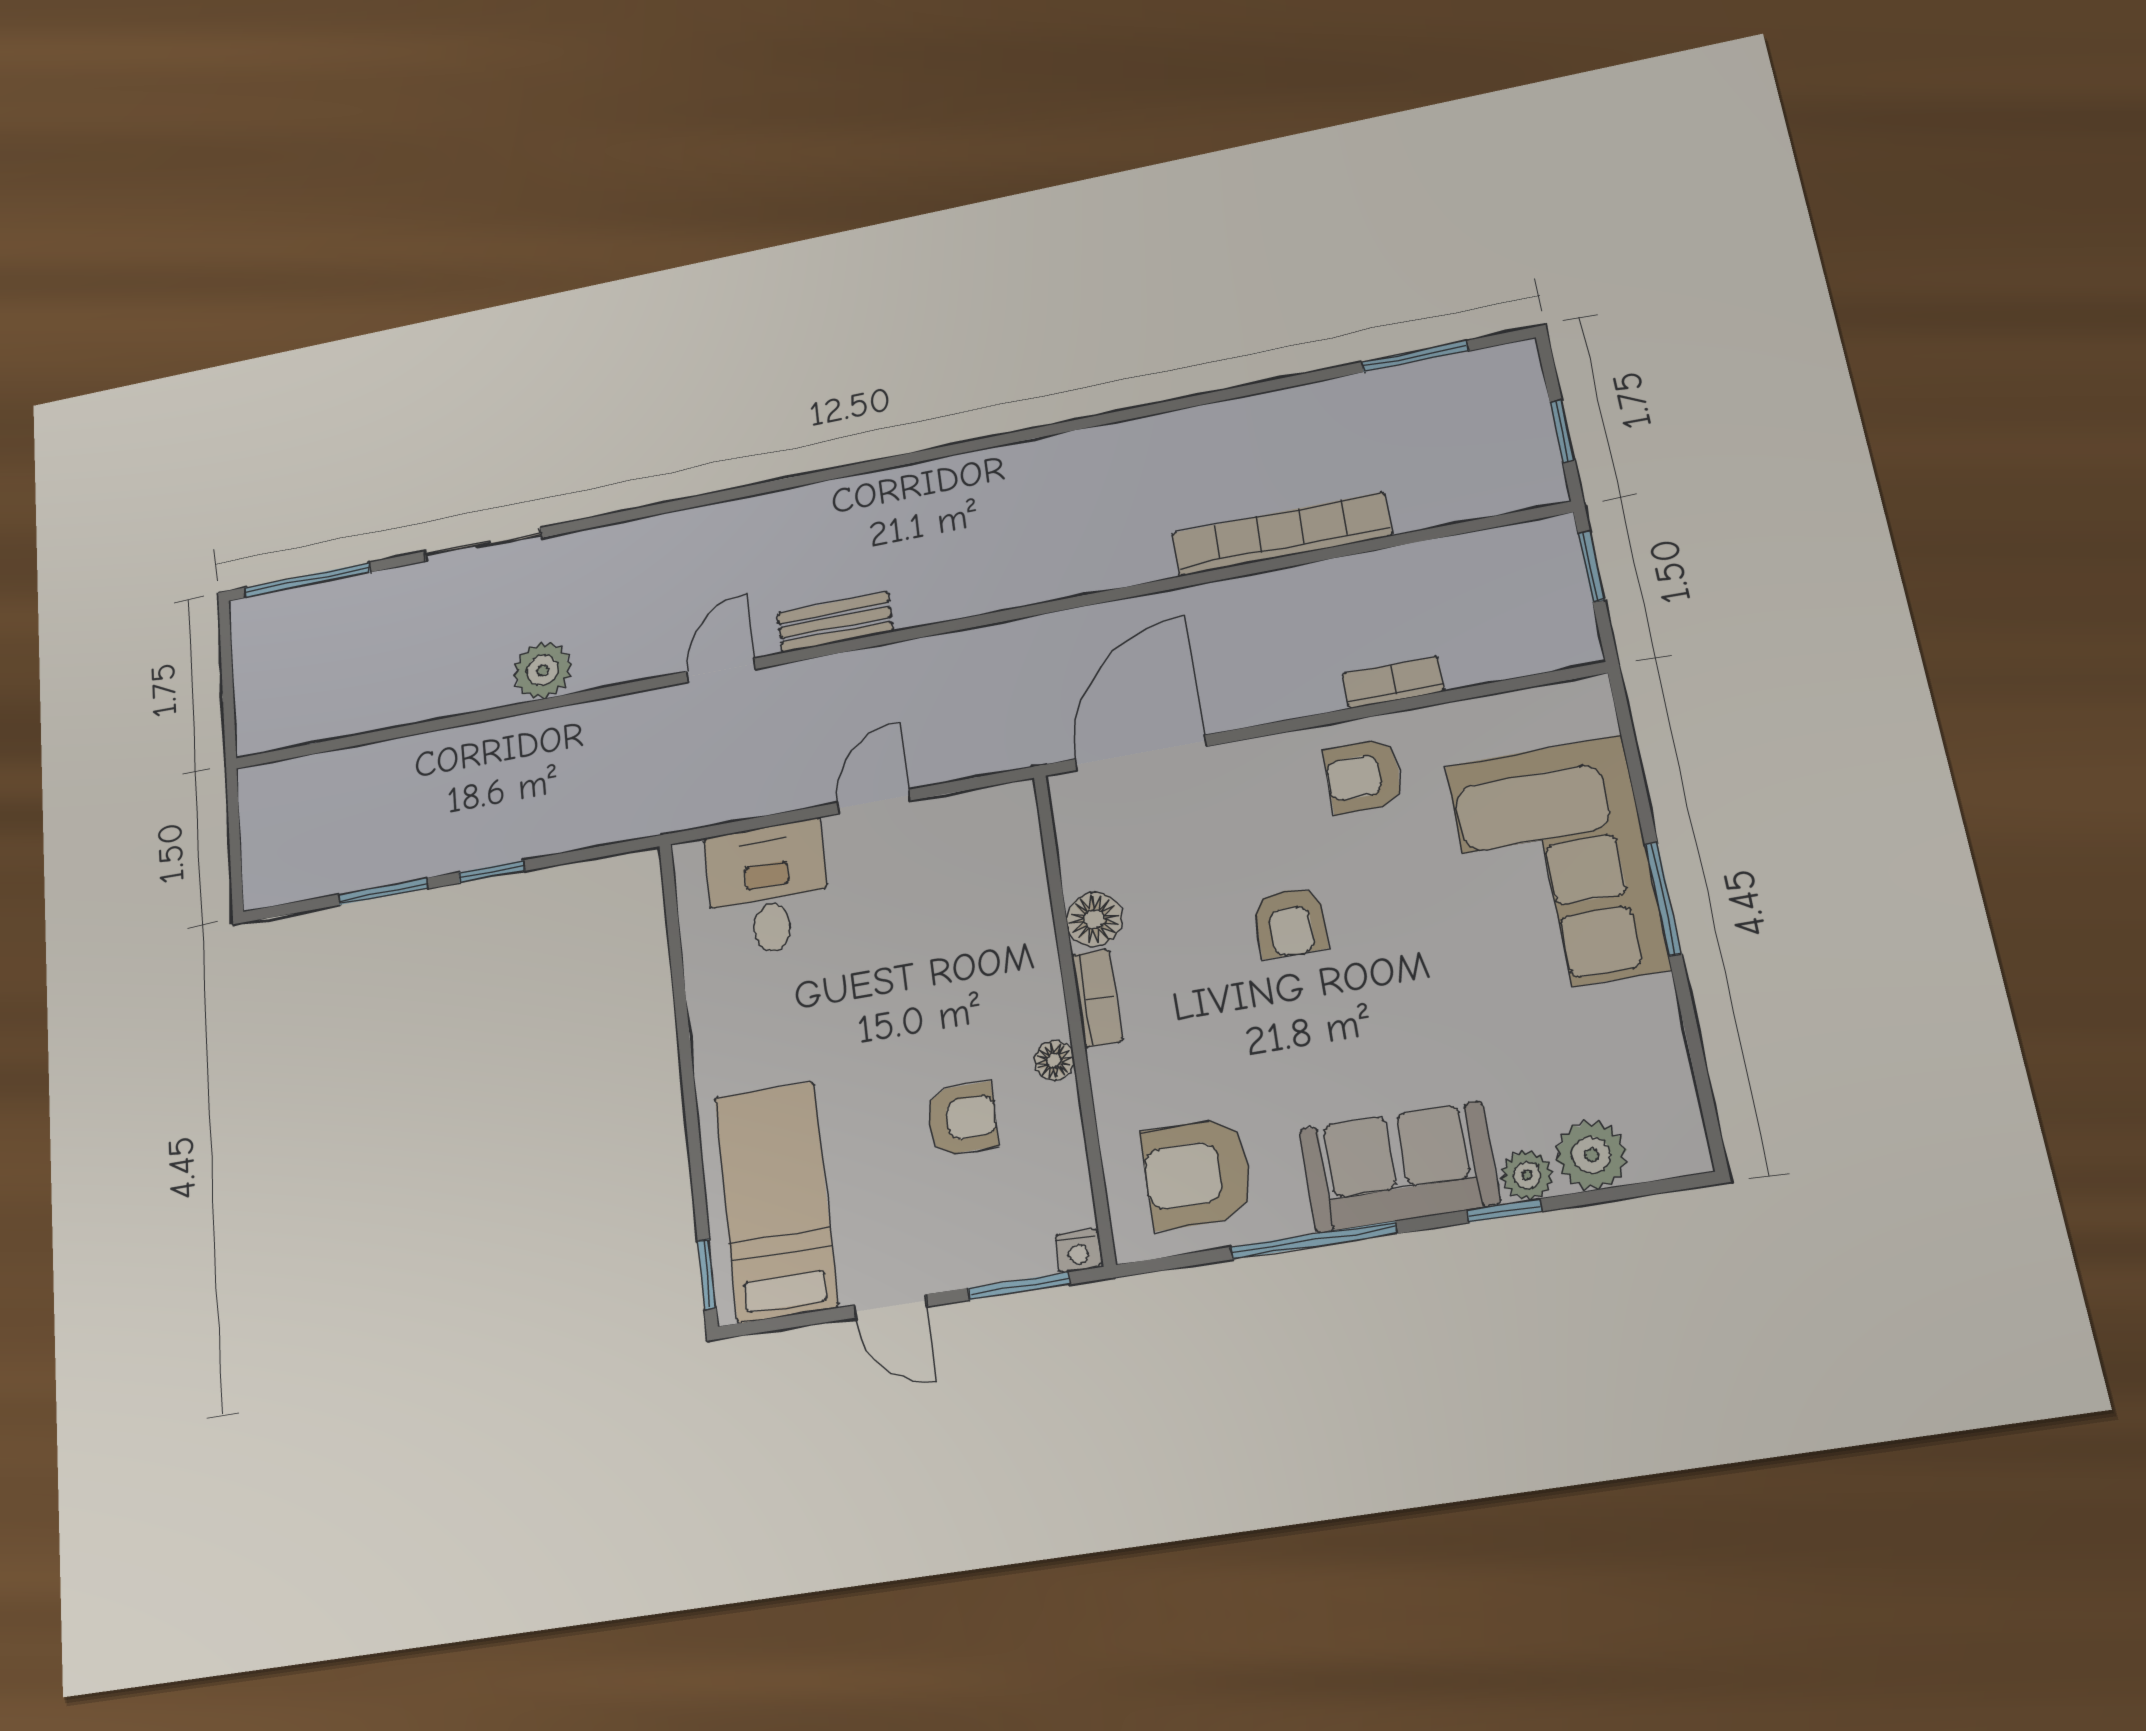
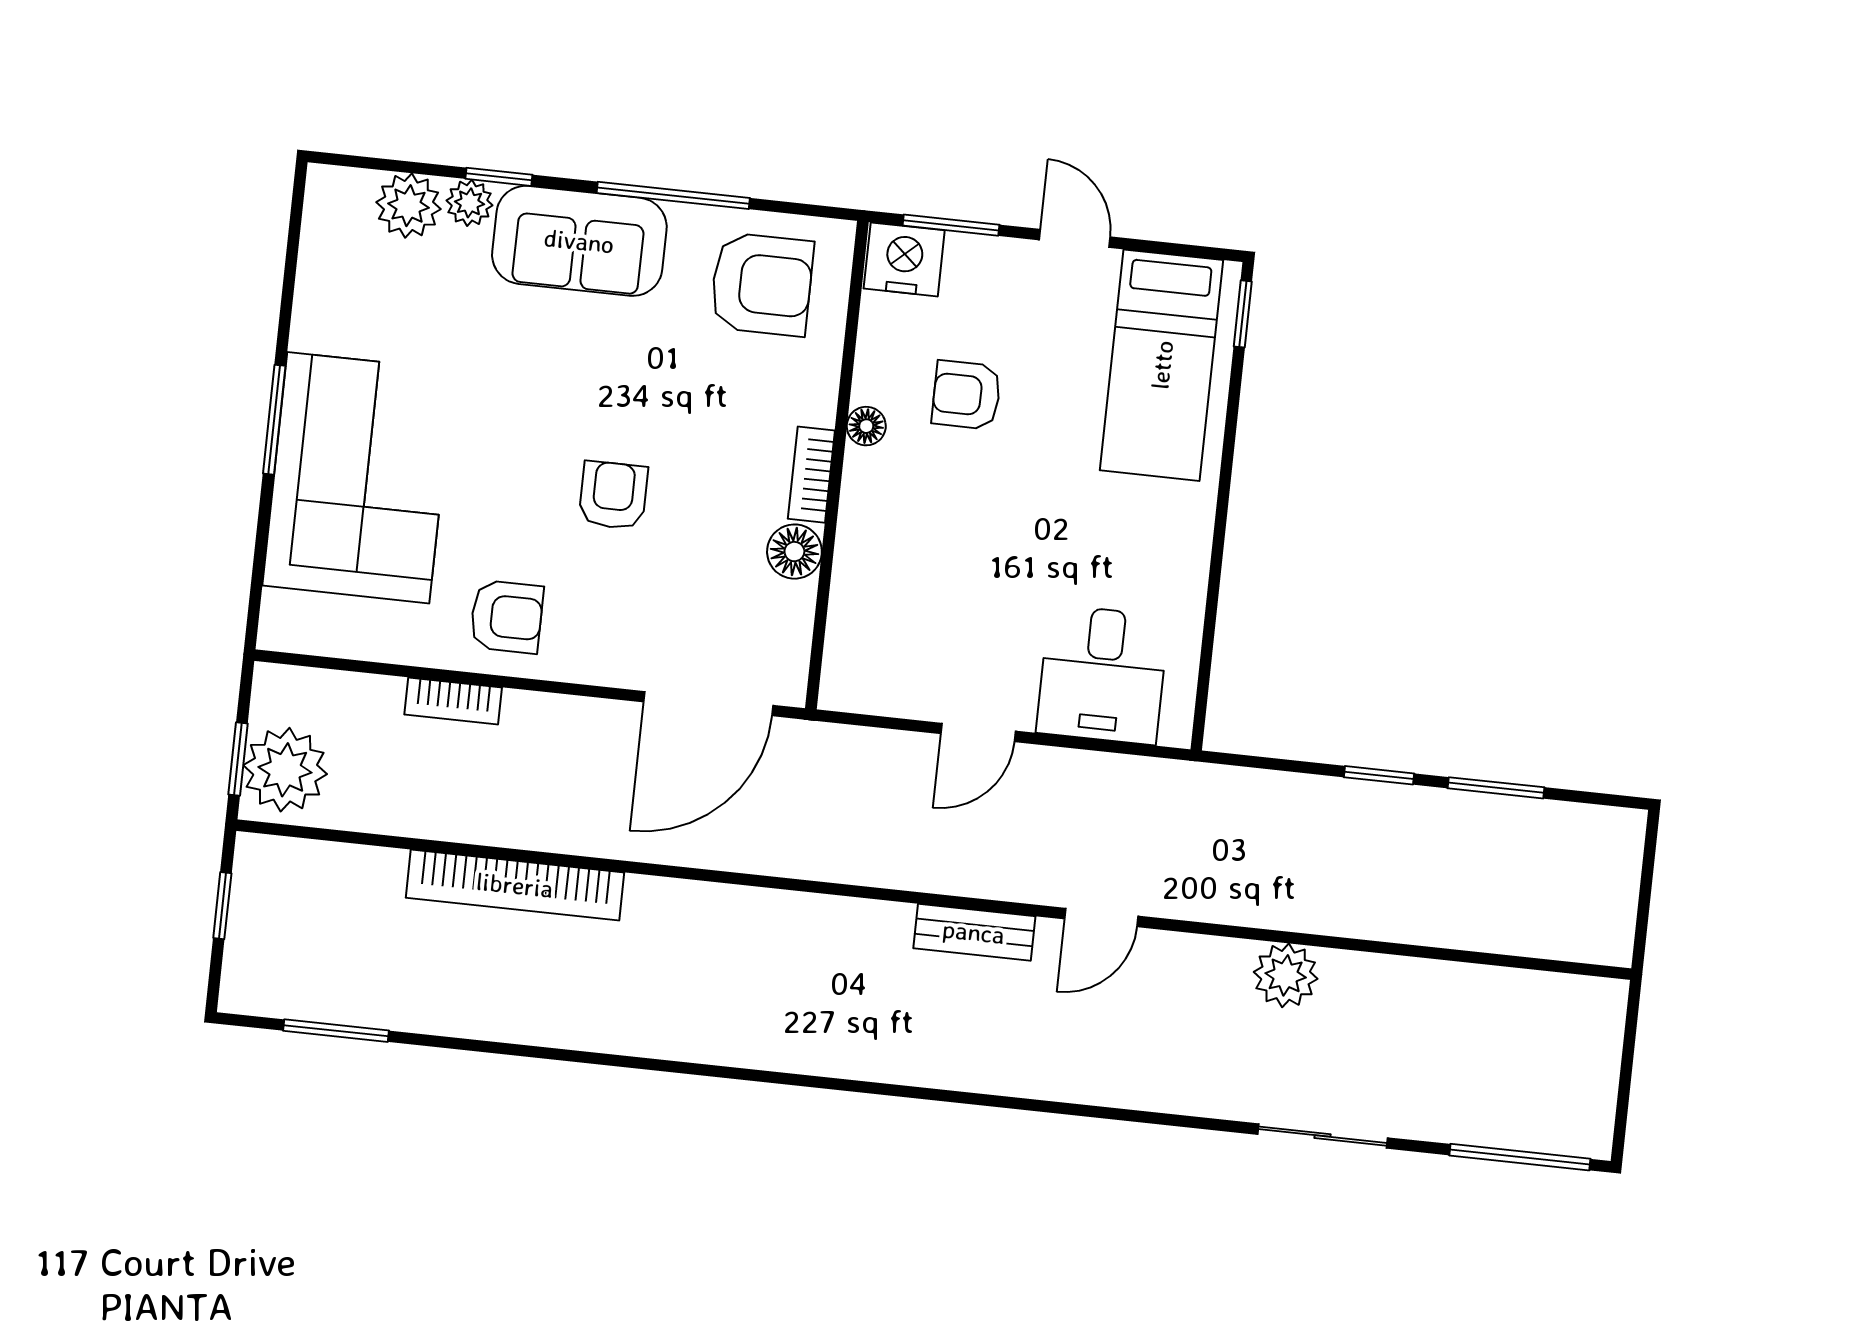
plant: (1541, 571) -> (285, 770), added
nightstand: (1078, 1251) -> (904, 259), width x1.89, depth x1.79

